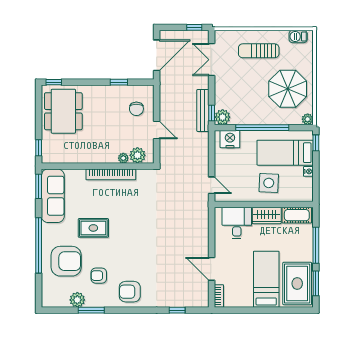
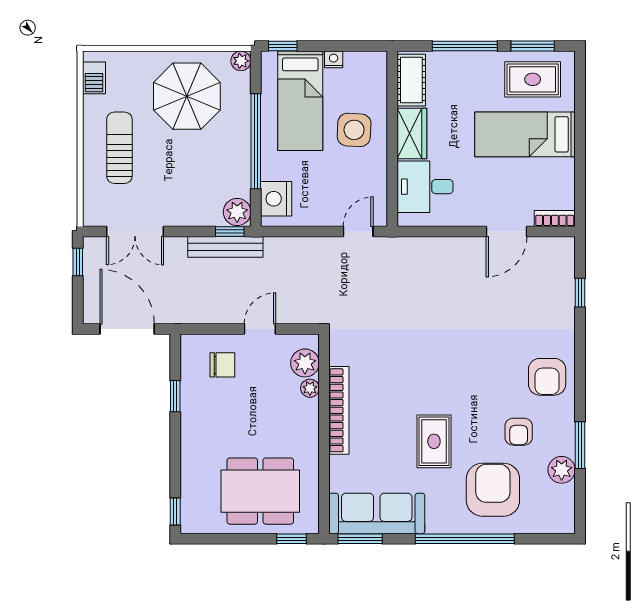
sun lounger: (259, 51) -> (119, 148), turned 180
dining table: (63, 111) -> (260, 491), moved
rug: (297, 283) -> (533, 79), width x0.73, depth x0.70

